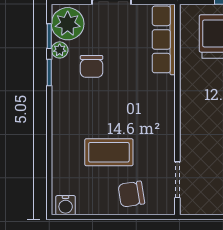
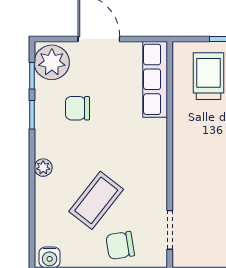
plant: (60, 50) -> (43, 168), moved
chair: (92, 66) -> (78, 108), turned 90
coffee table: (109, 152) -> (96, 200), turned -52

